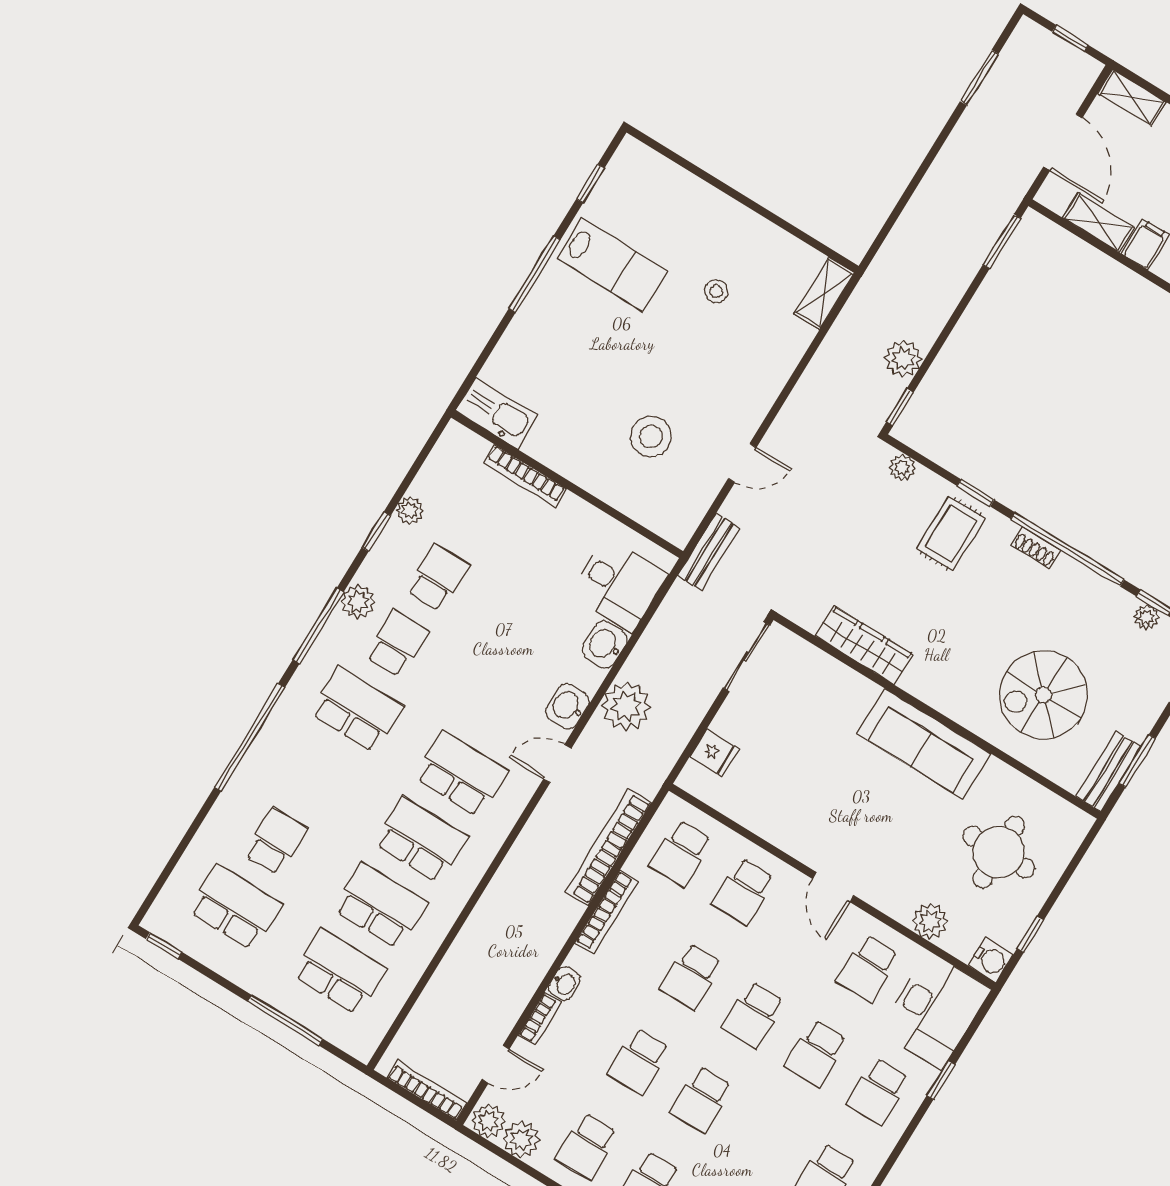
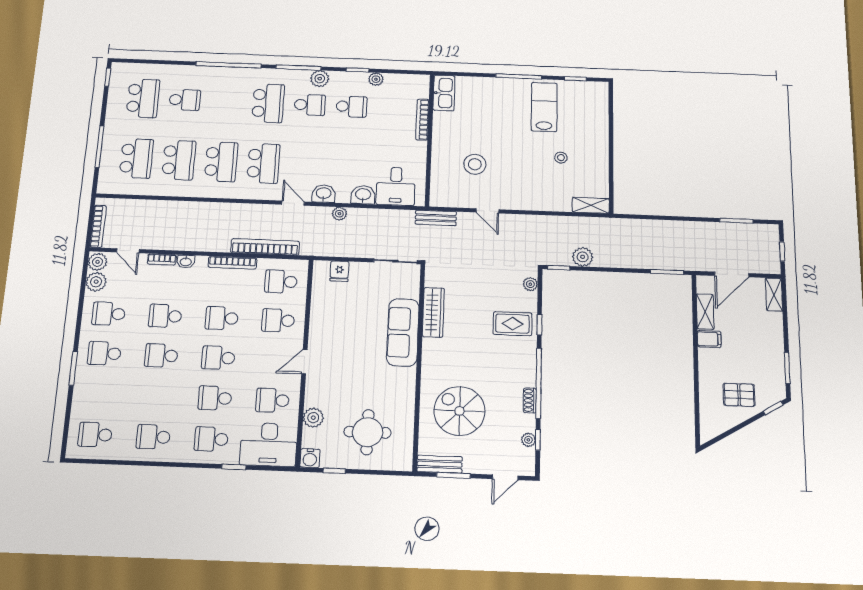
lab bench: (612, 265) -> (544, 107), turned 180
shoe rack: (1036, 547) -> (530, 400), moved
plant: (626, 706) -> (339, 214), width x0.53, depth x0.53
sofa: (924, 744) -> (403, 332), moved

